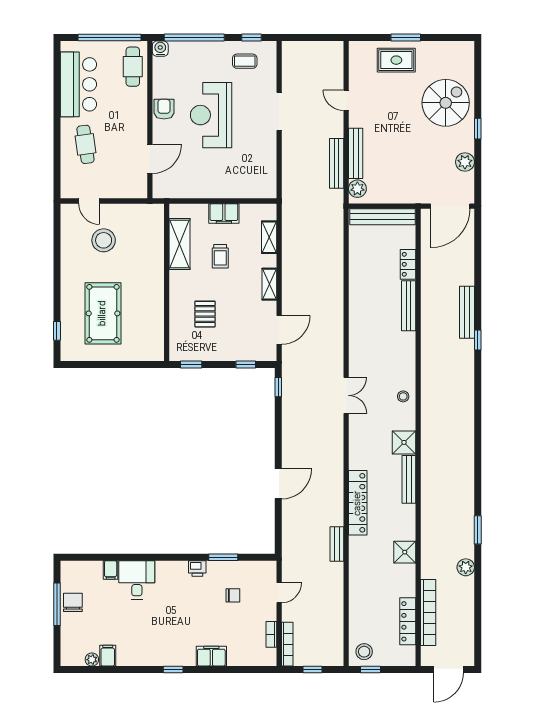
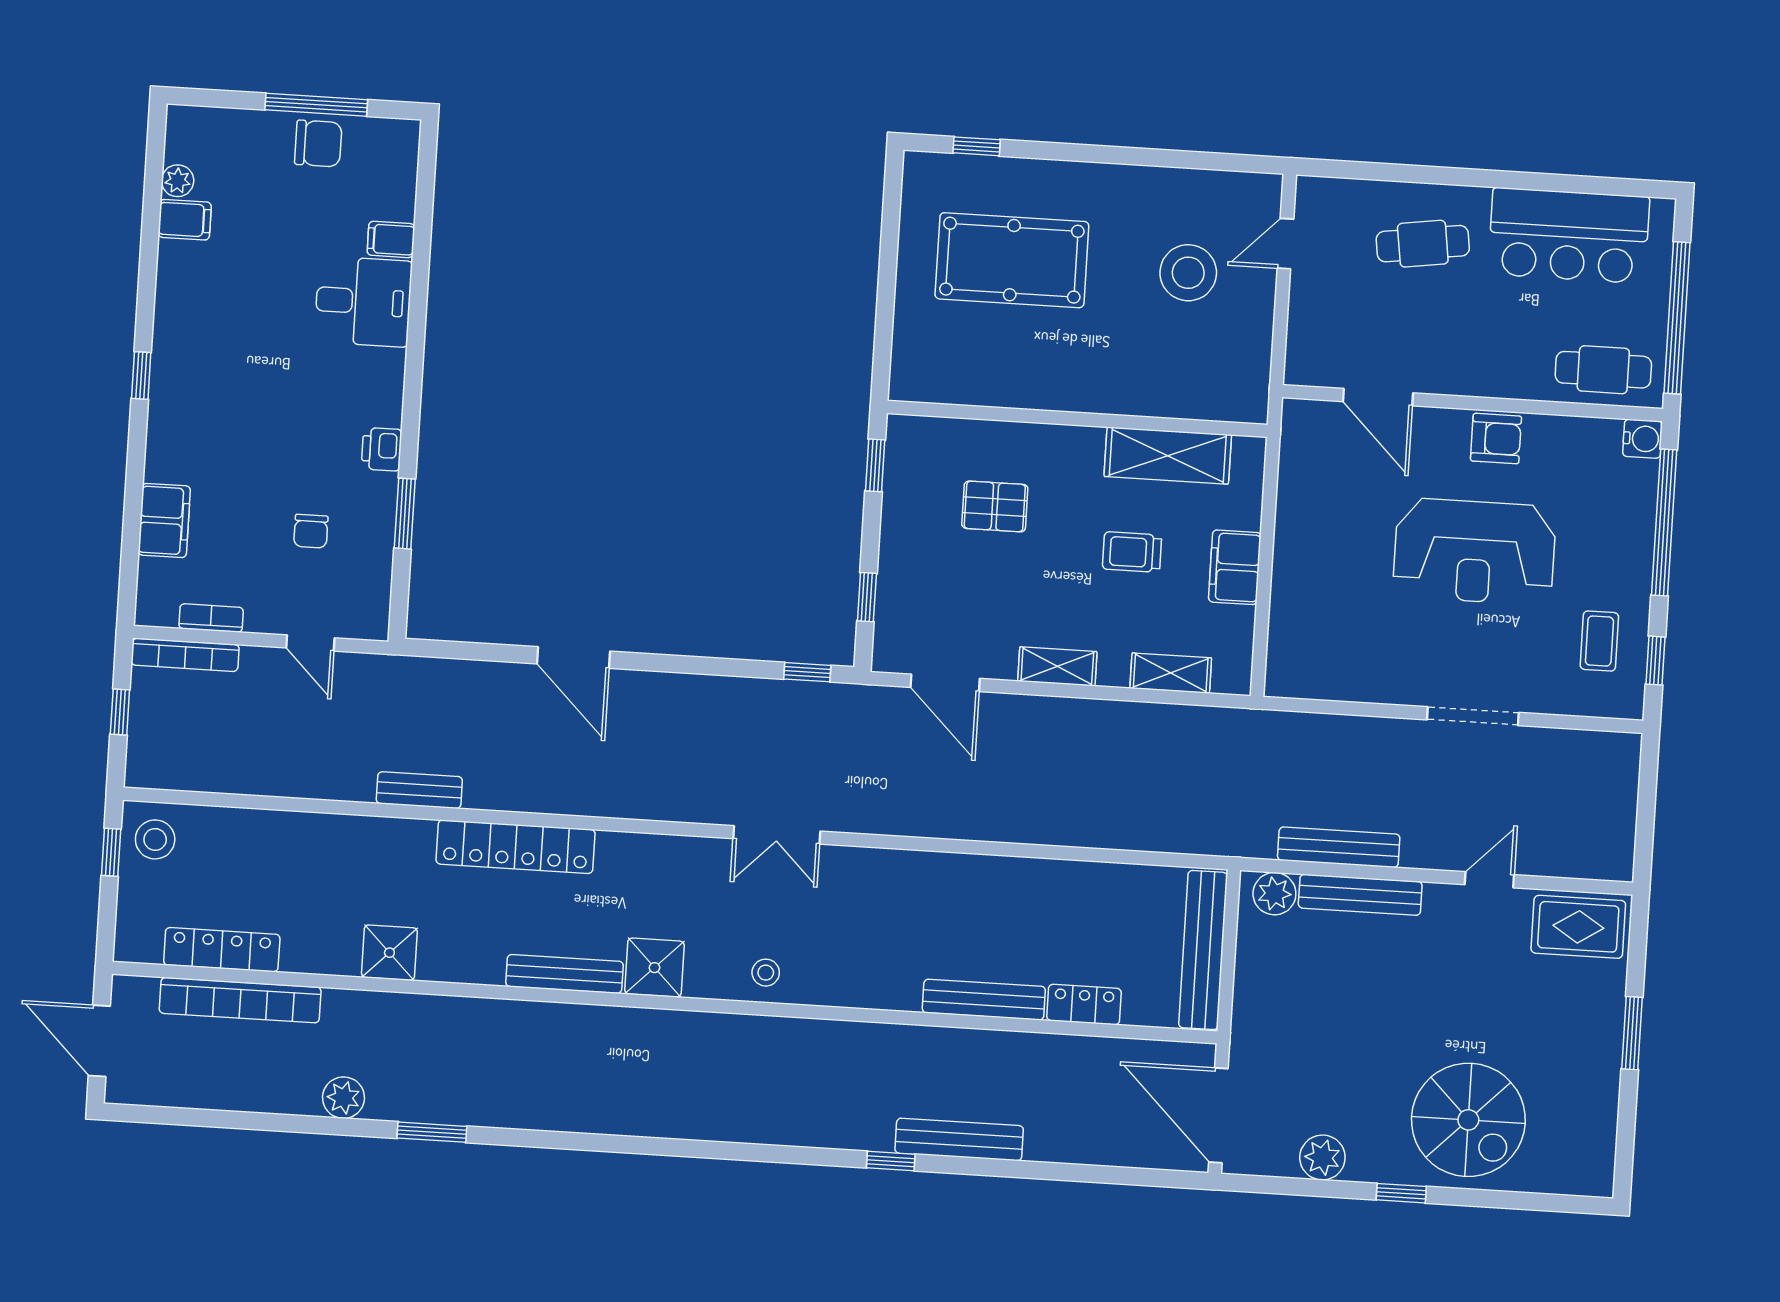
rug: (396, 60) -> (1578, 927), moved, turned 90
reception desk: (211, 115) -> (1474, 551), turned 180
filing cabinet: (211, 656) -> (164, 520), moved

